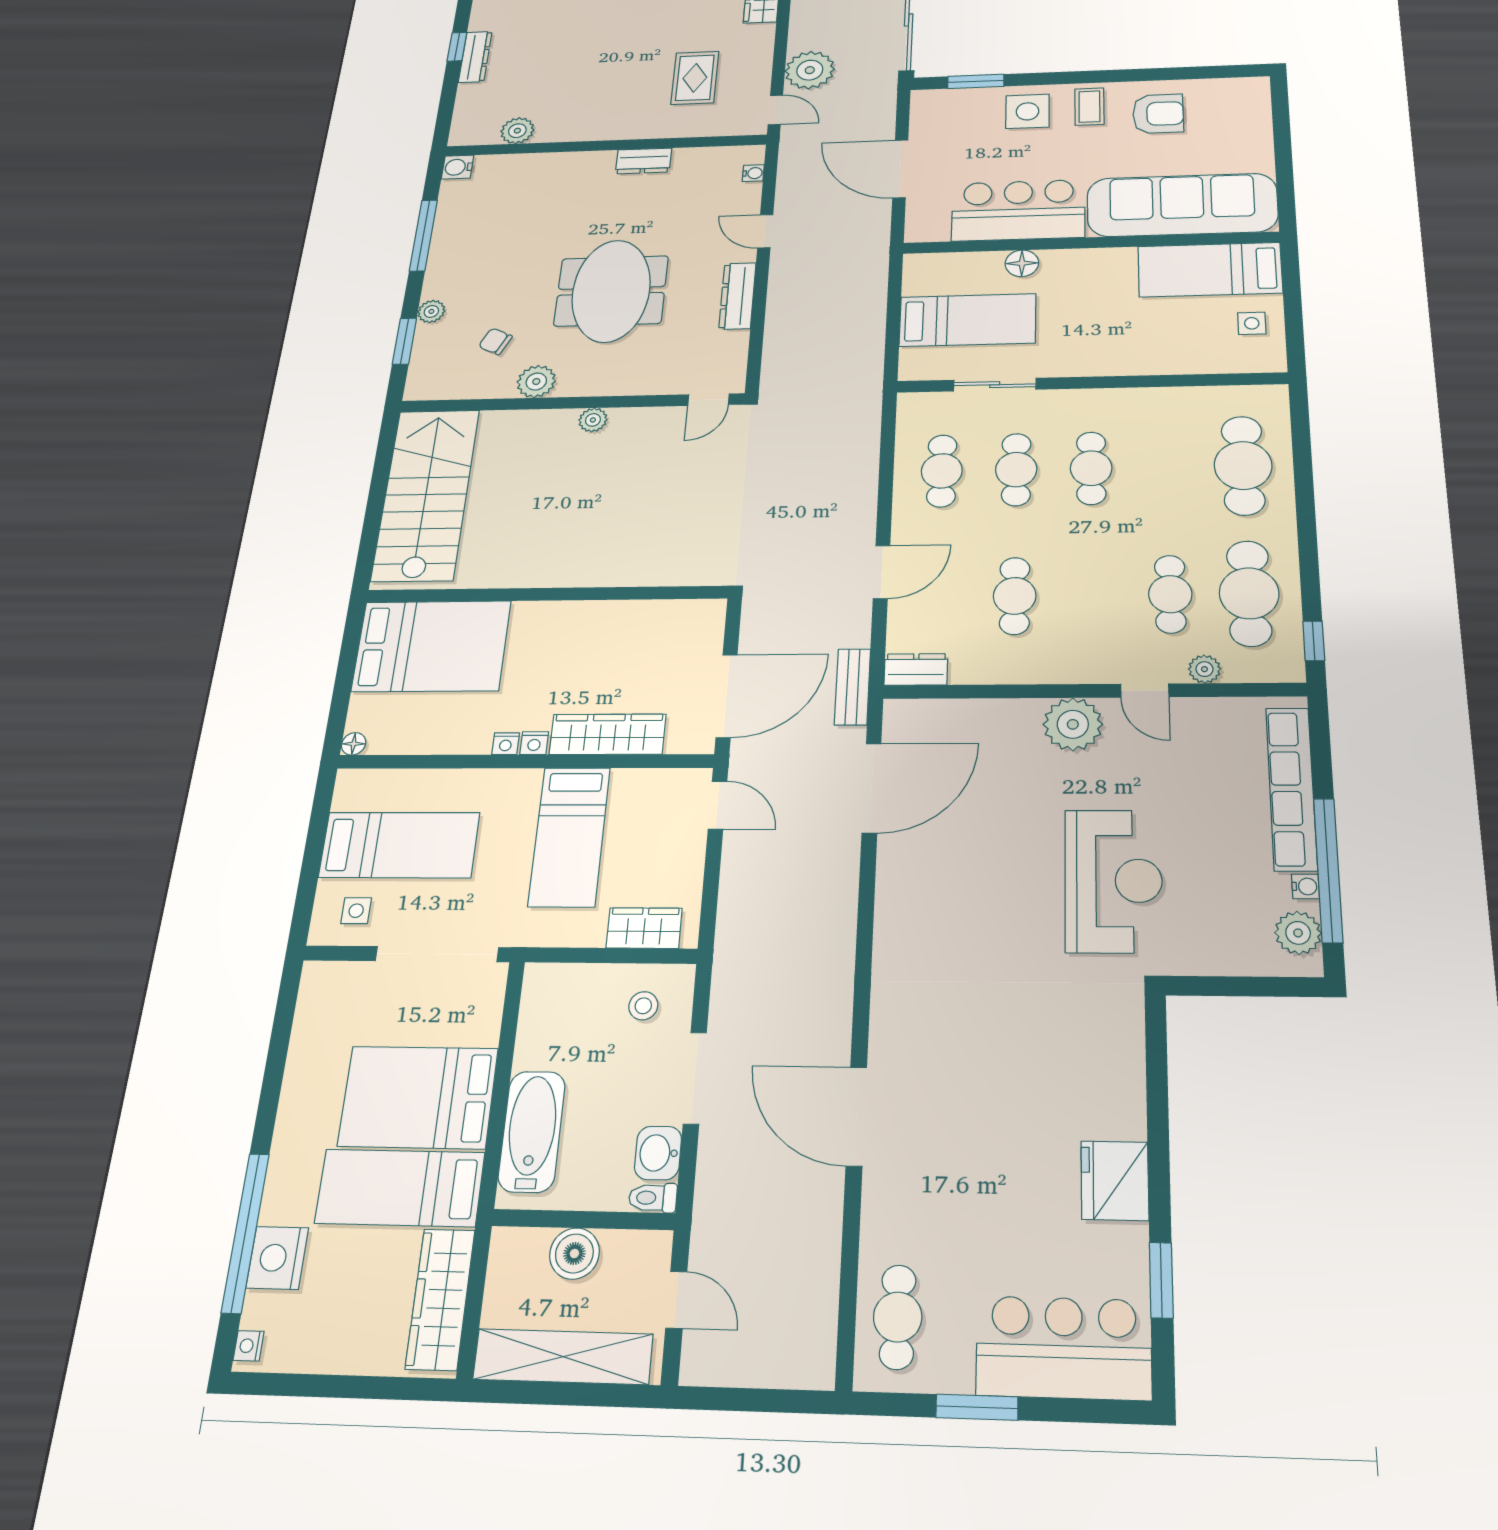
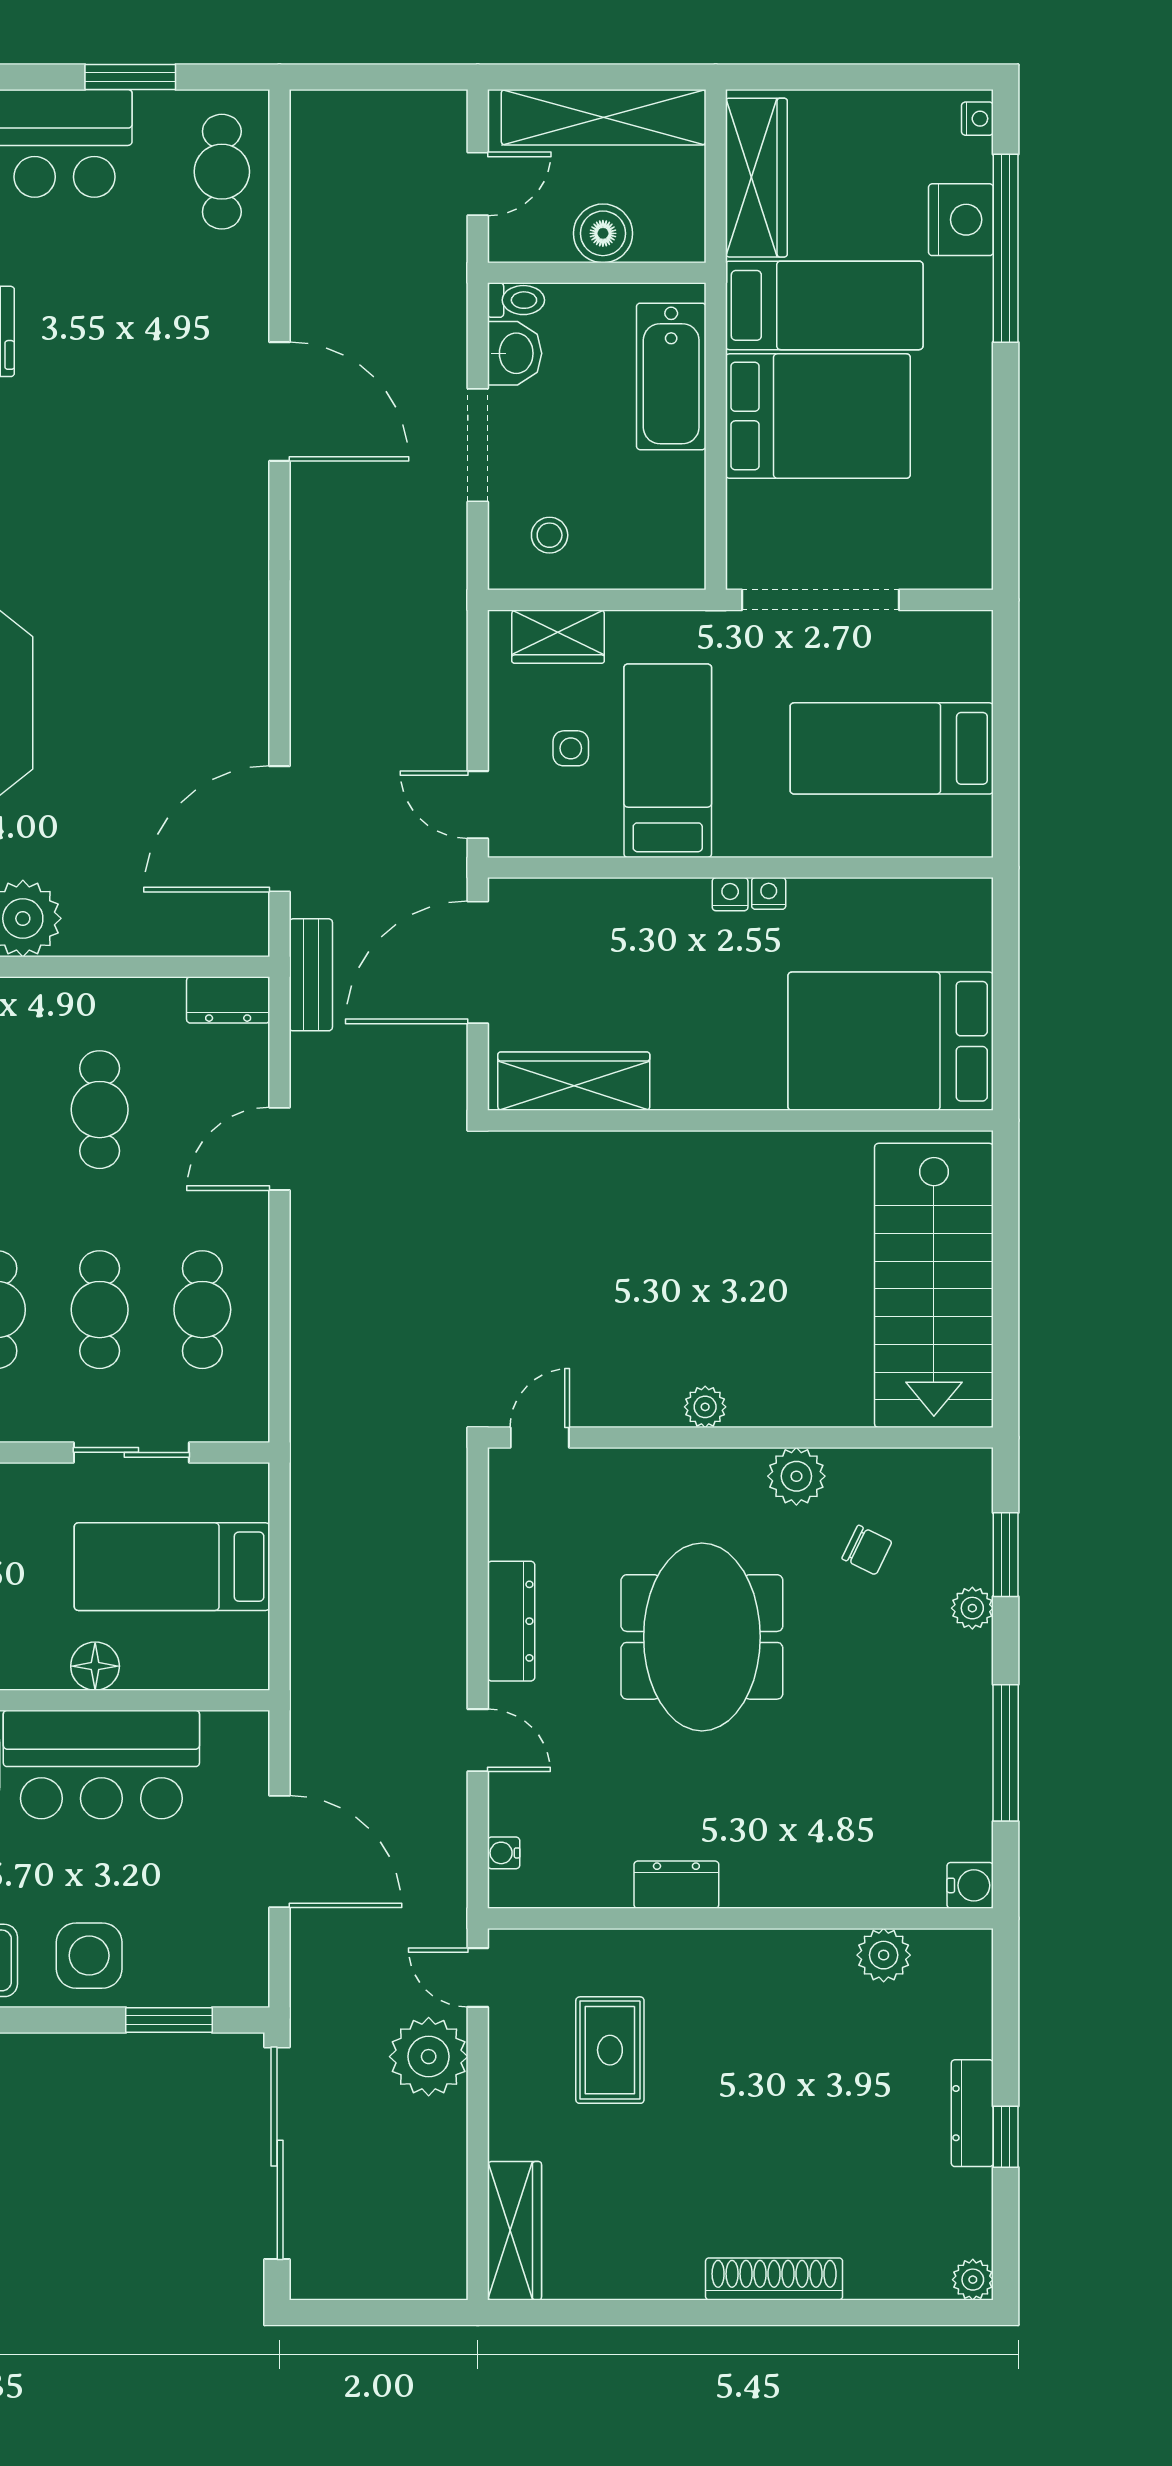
wardrobe: (607, 734) -> (574, 1081), moved, turned 180
floor lamp: (354, 744) -> (977, 894), removed
side table: (356, 911) -> (571, 748), moved
door: (676, 1300) -> (478, 184), swing flipped

